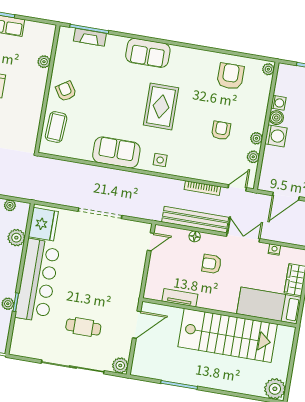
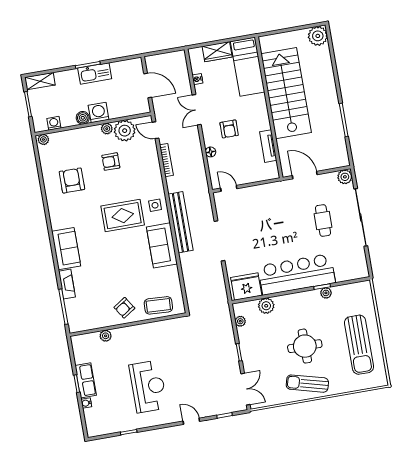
fireplace: (90, 37) -> (67, 284), moved
armchair: (230, 76) -> (72, 180), moved, turned 90
washing machine: (278, 103) -> (54, 123), moved
rug: (161, 106) -> (123, 216), moved
plant: (253, 157) -> (125, 131), width x1.87, depth x1.87
bench: (195, 220) -> (181, 222), moved

